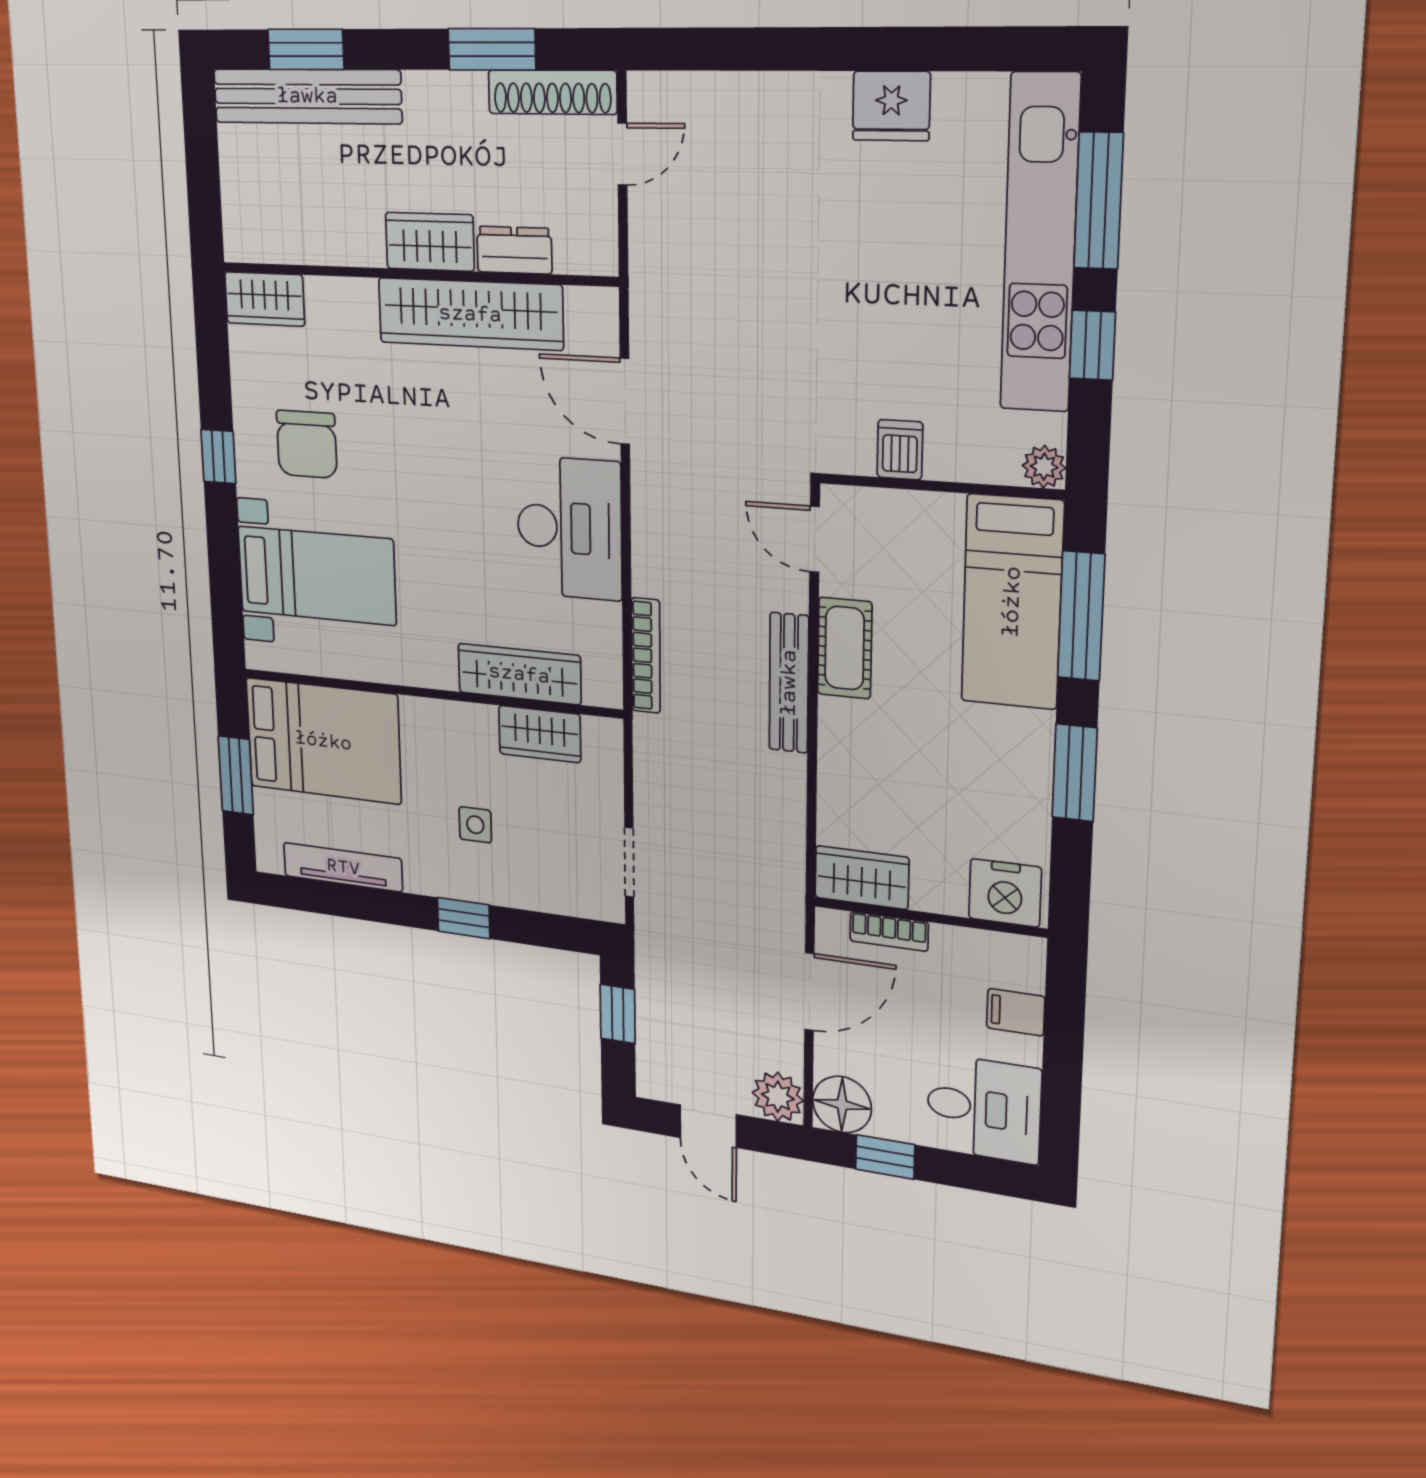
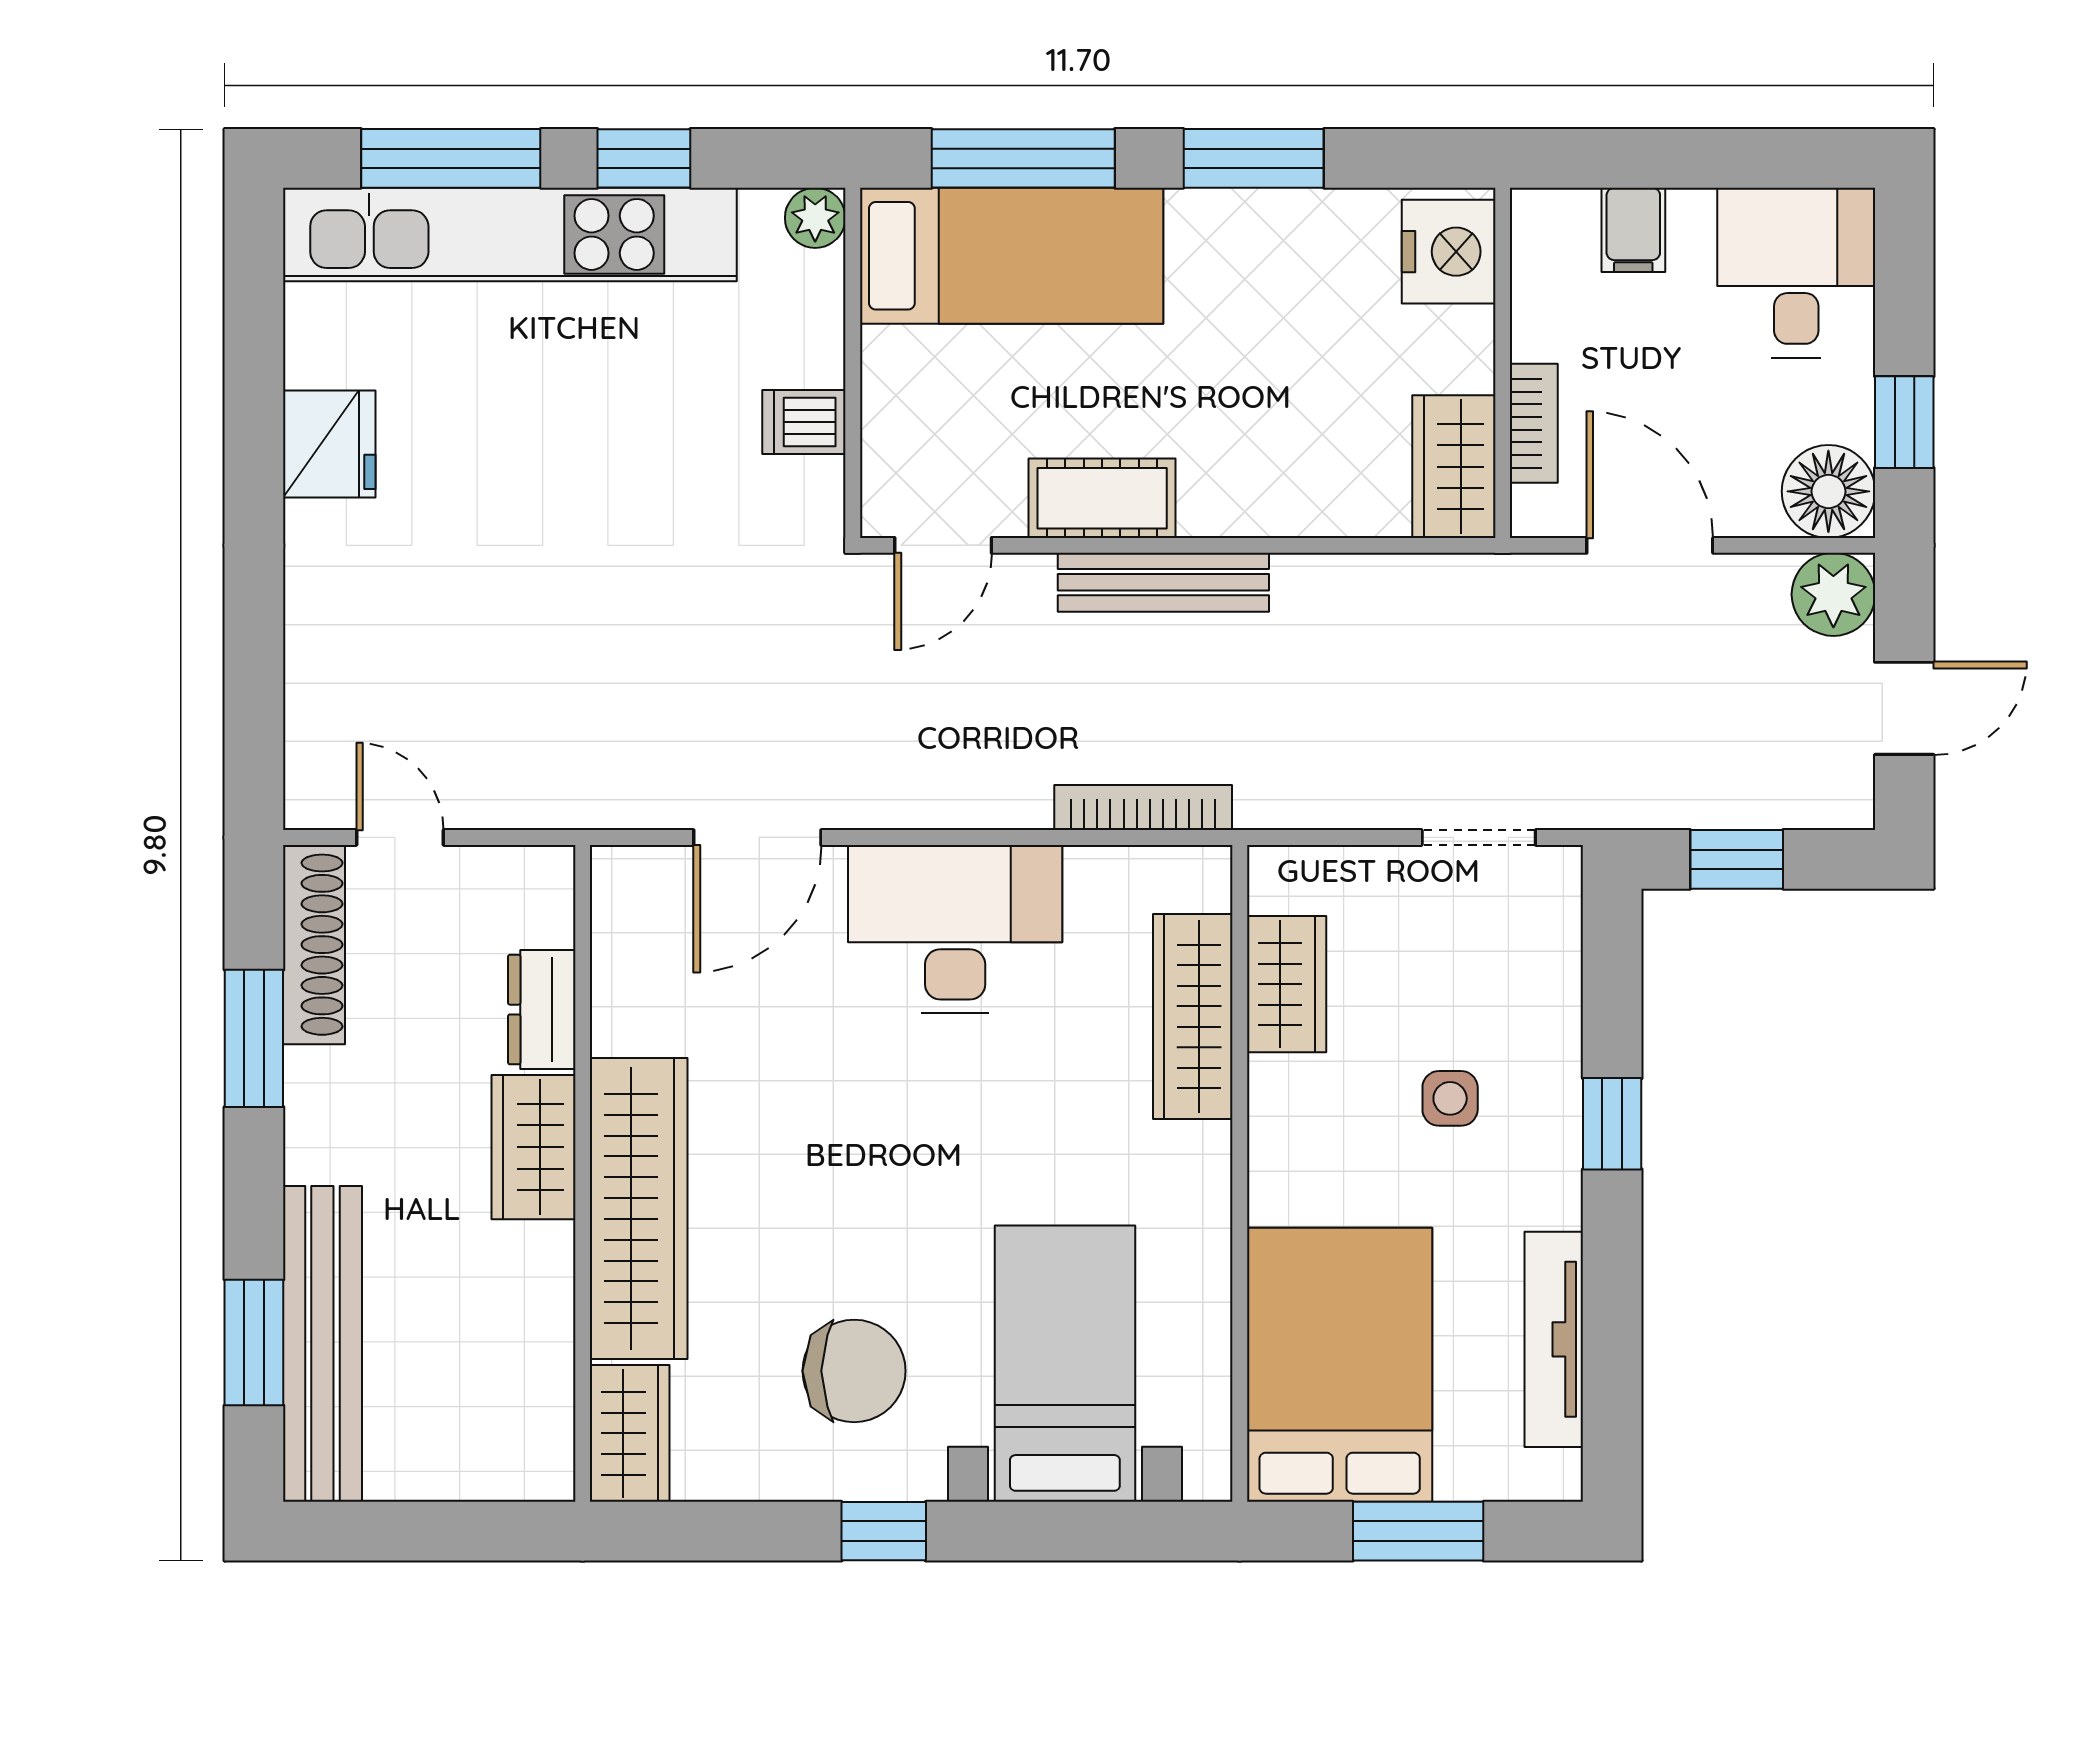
wardrobe: (470, 314) -> (639, 1209), moved

